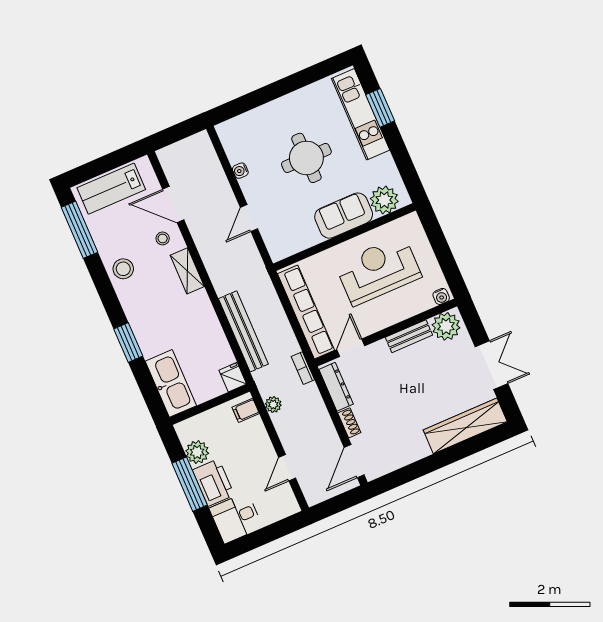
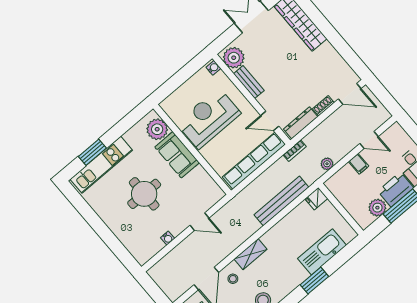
reception desk: (378, 270) -> (209, 118), turned 90
kitchen sink: (171, 383) -> (322, 252), moved
filing cabinet: (246, 410) -> (359, 164), moved

